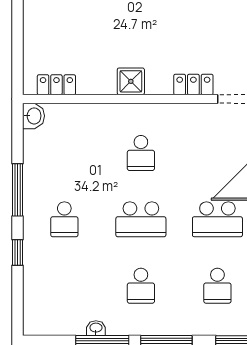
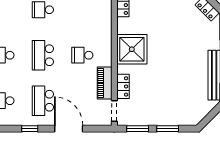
shower: (131, 81) -> (132, 49), width x1.86, depth x1.86
piano: (188, 115) -> (105, 83), added

